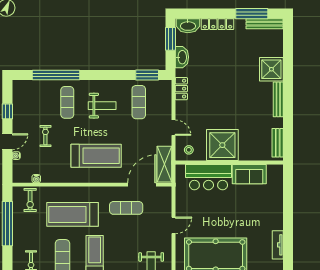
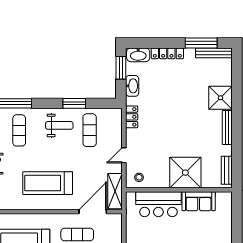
window: (147, 75) -> (74, 103), moved
weight bench: (102, 106) -> (59, 125), moved
door: (173, 128) -> (124, 155), swing flipped
shower: (222, 145) -> (185, 173), moved
treadmill: (96, 156) -> (48, 183), turned 180

